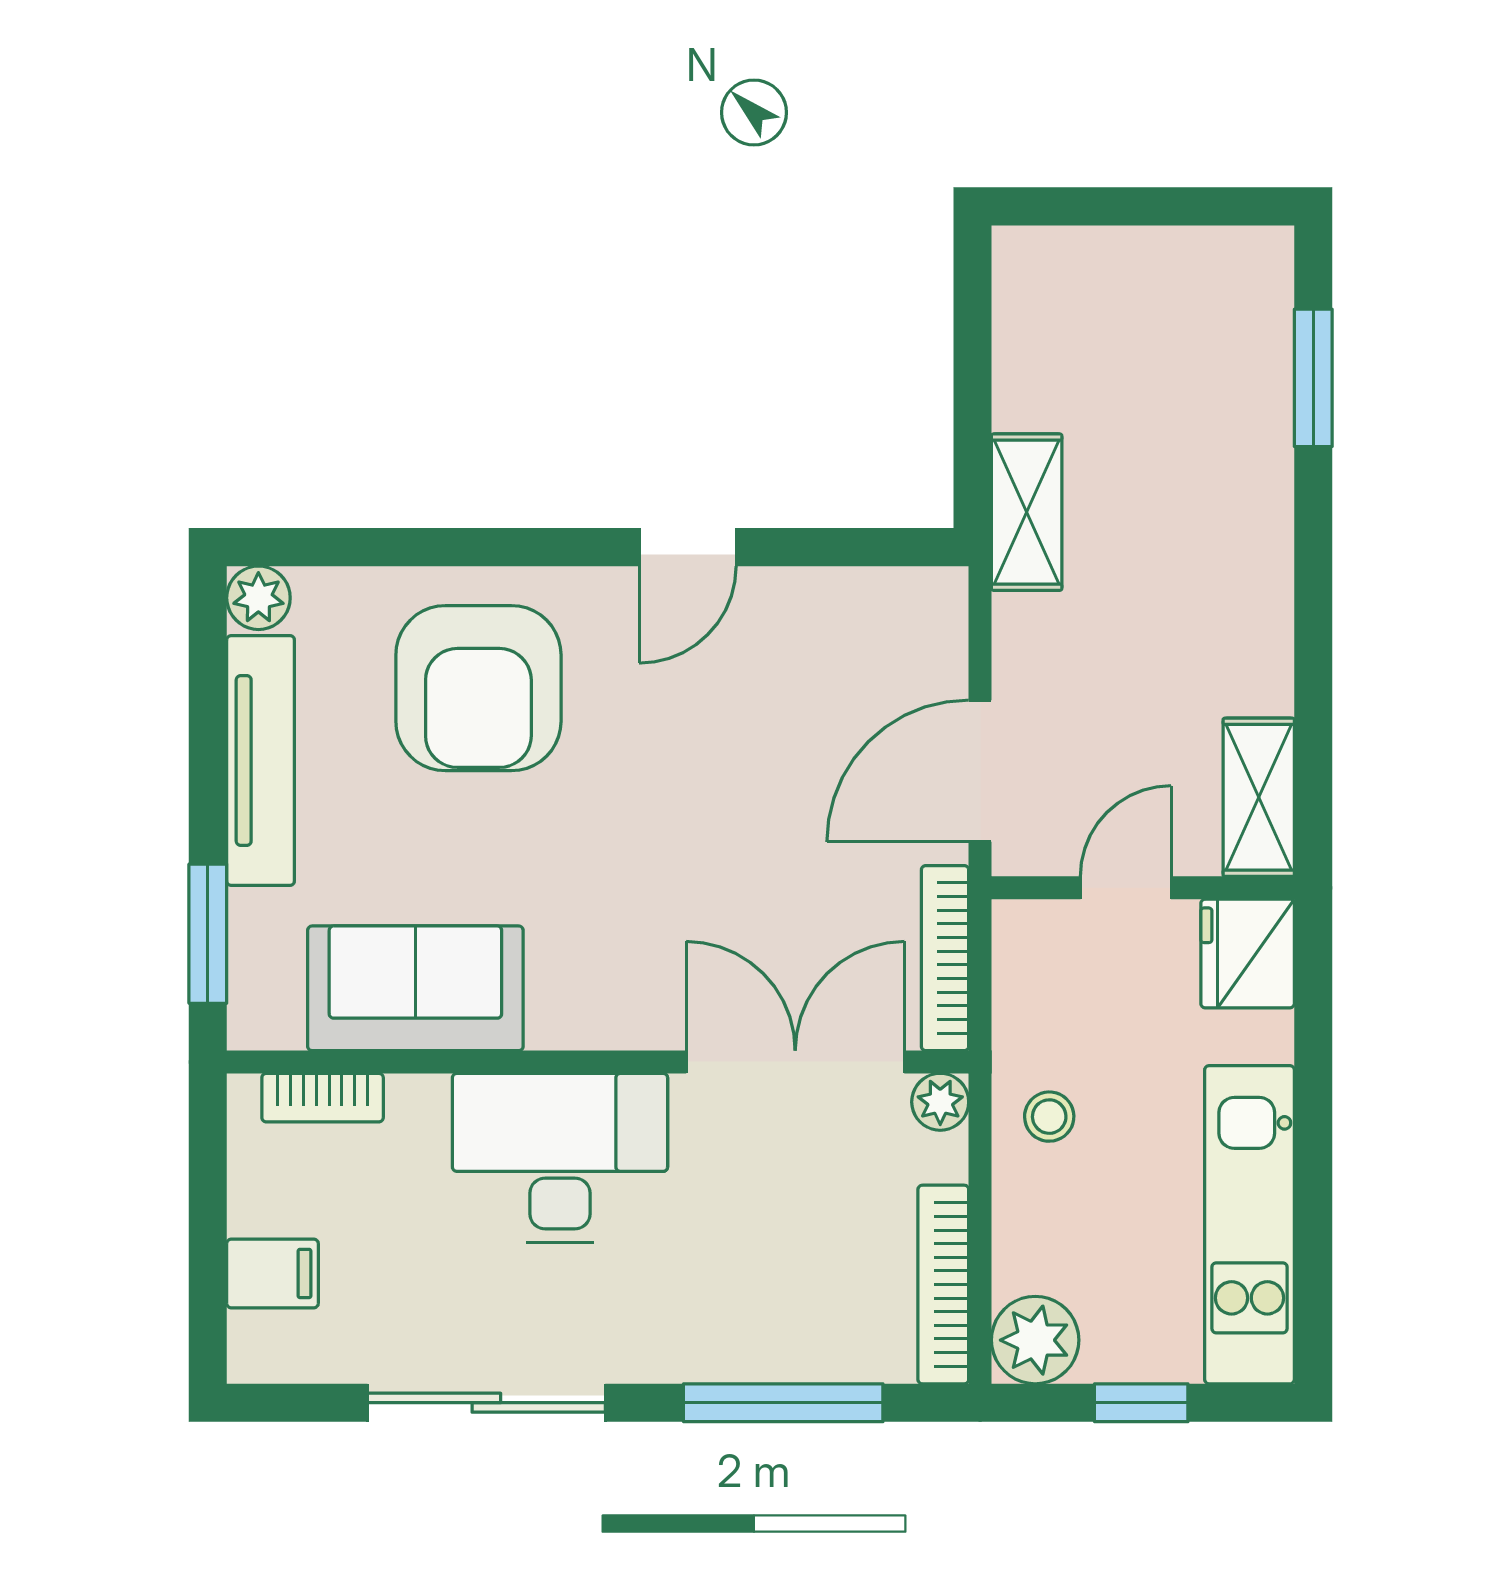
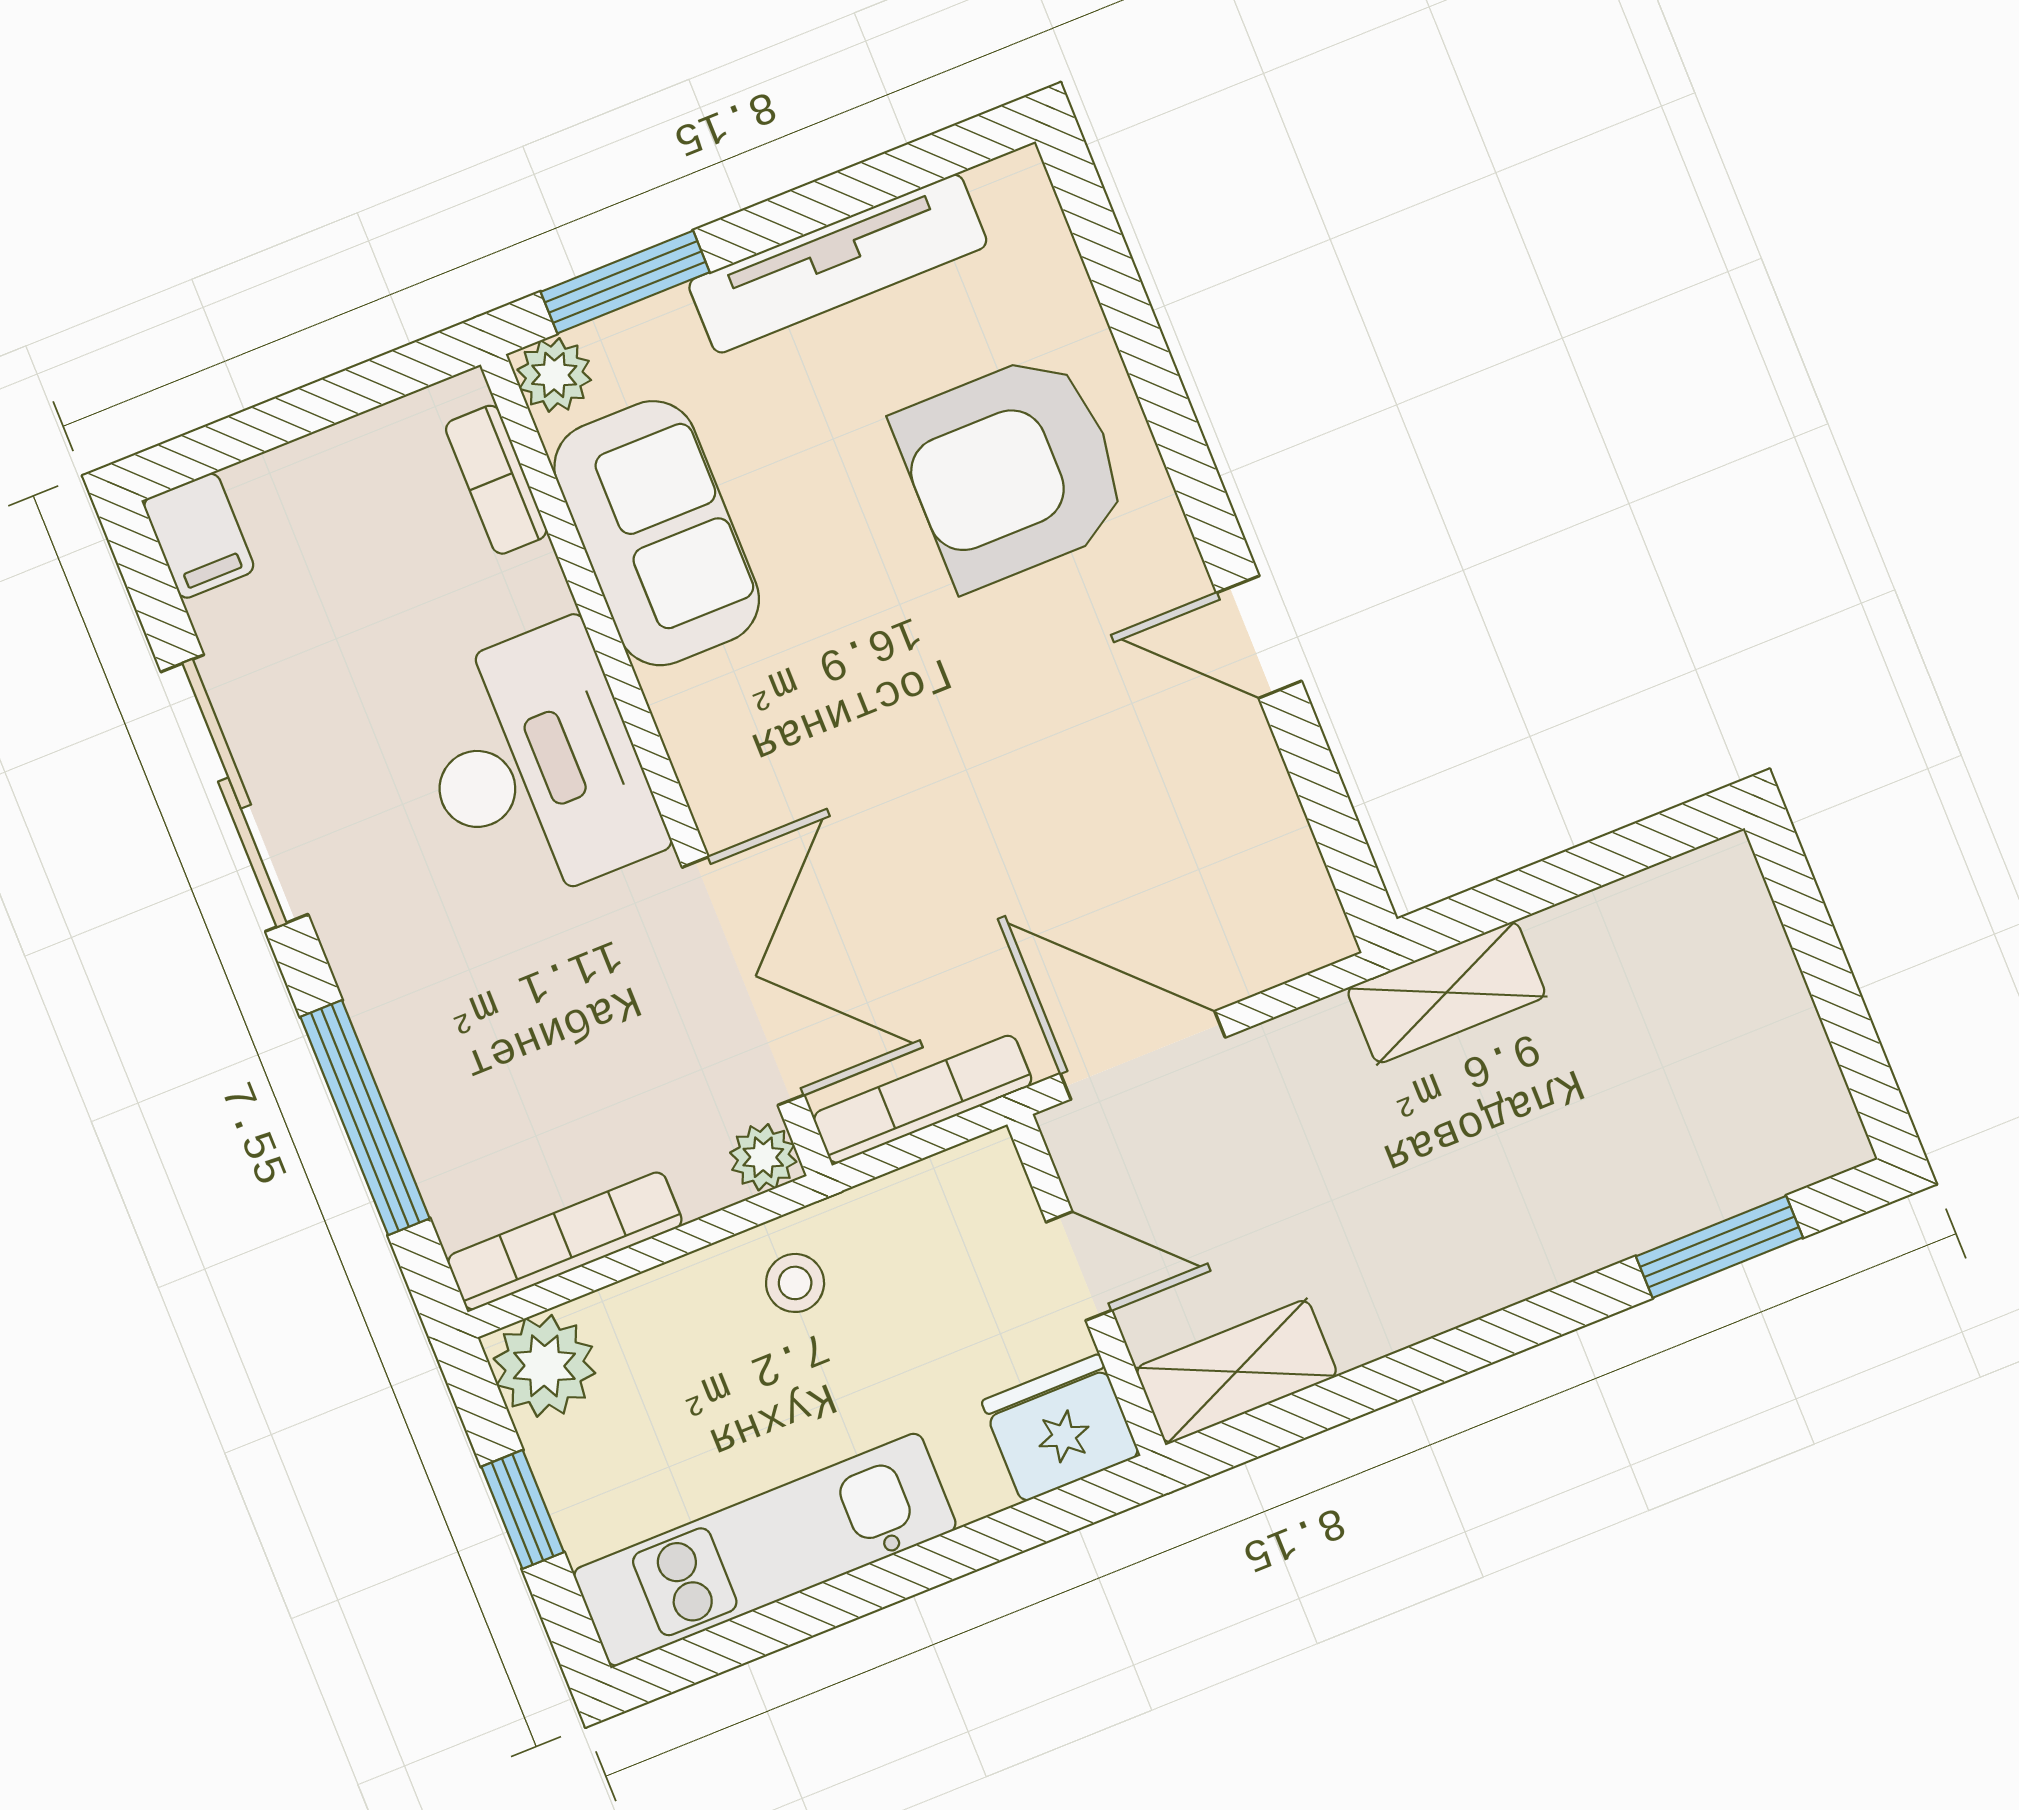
plant: (258, 598) -> (554, 375), moved
filing cabinet: (273, 1273) -> (199, 536), moved

